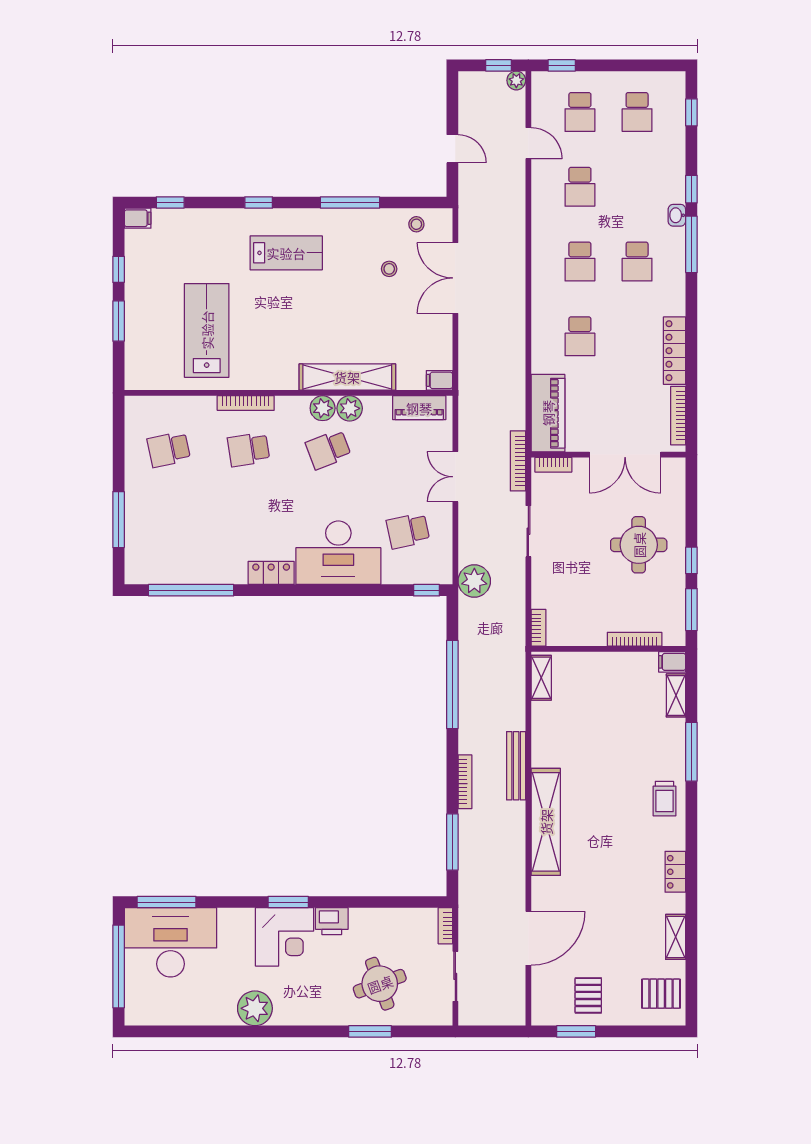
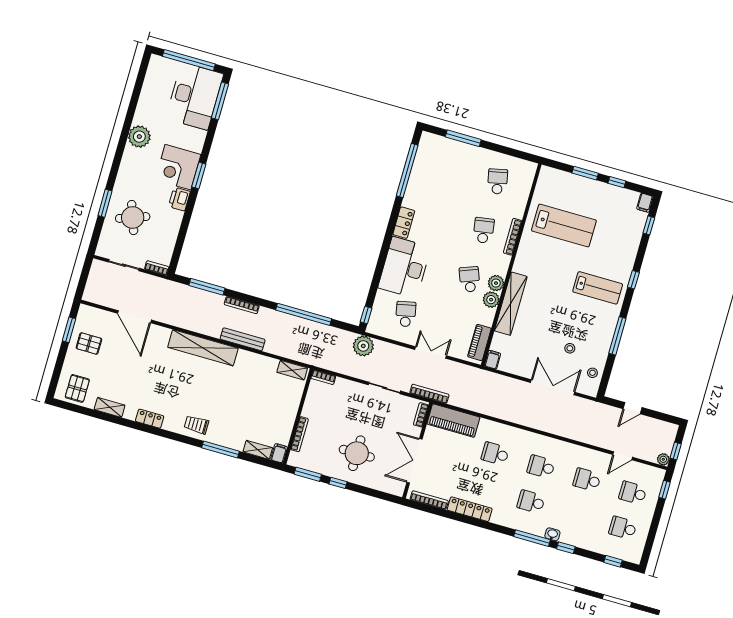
lab bench: (286, 253) -> (598, 288), turned -90

